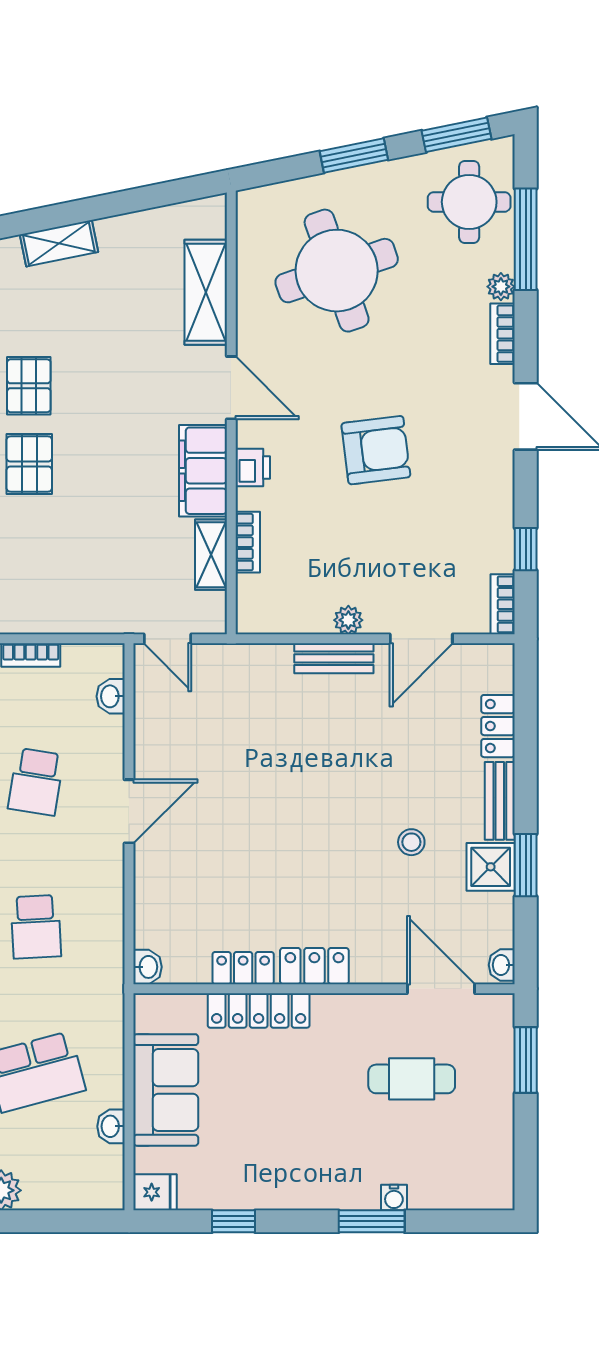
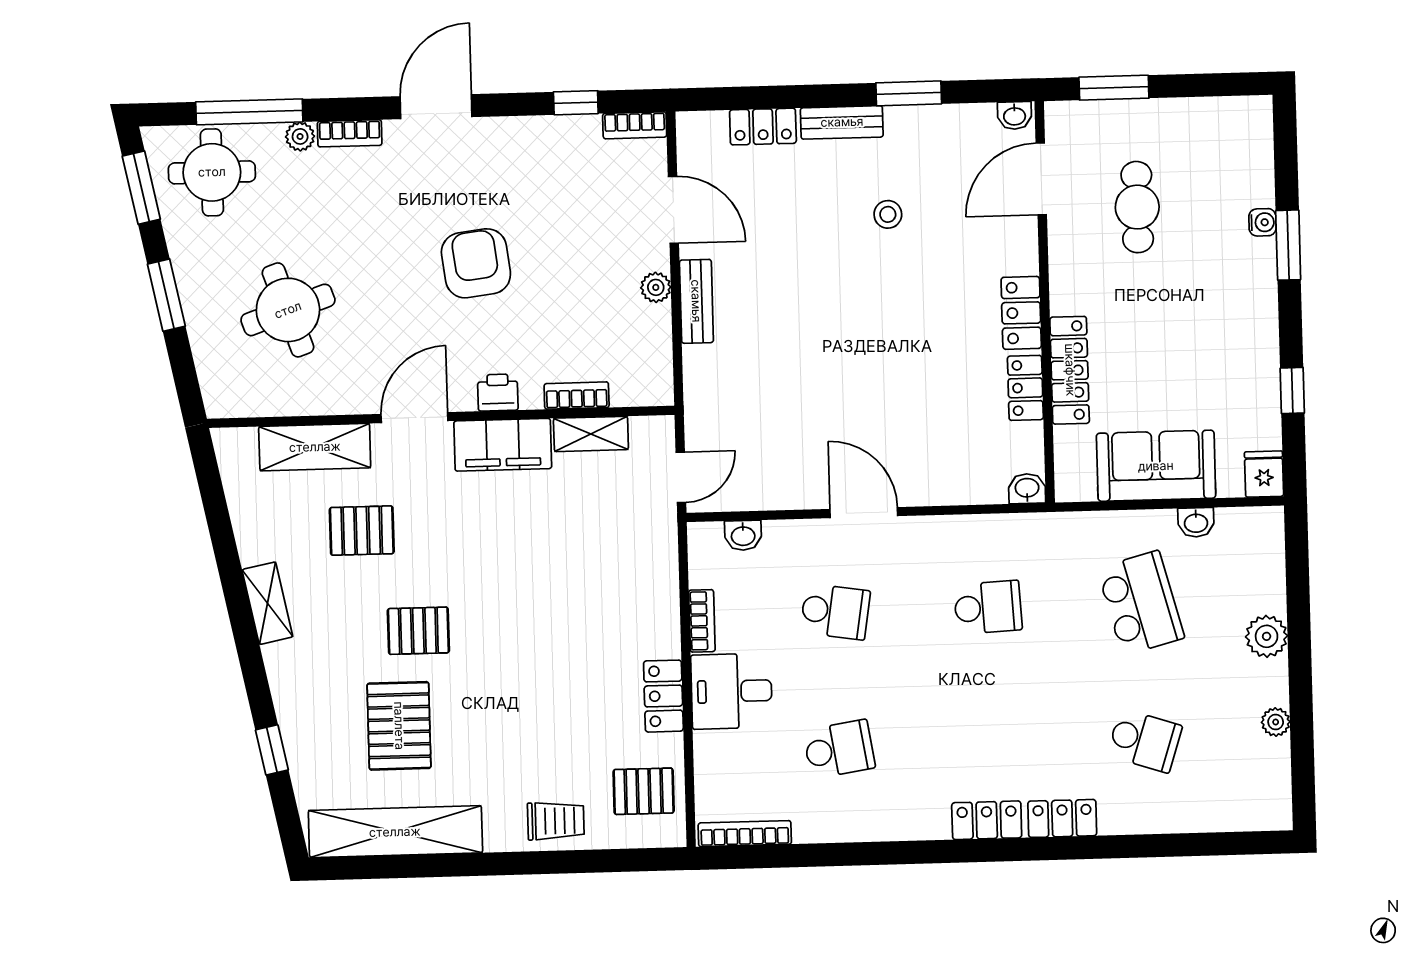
round table: (337, 271) -> (288, 310), width x0.73, depth x0.73
pallet: (29, 464) -> (362, 531), moved
shower: (491, 867) -> (911, 130), removed

